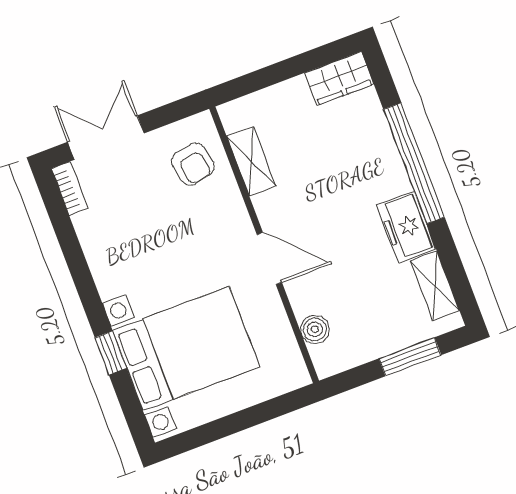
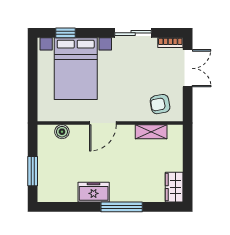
window: (414, 163) -> (122, 207), width x0.68
sliding door: (78, 266) -> (133, 33), added
shelving: (435, 286) -> (61, 195), removed
window: (111, 353) -> (65, 33), moved

